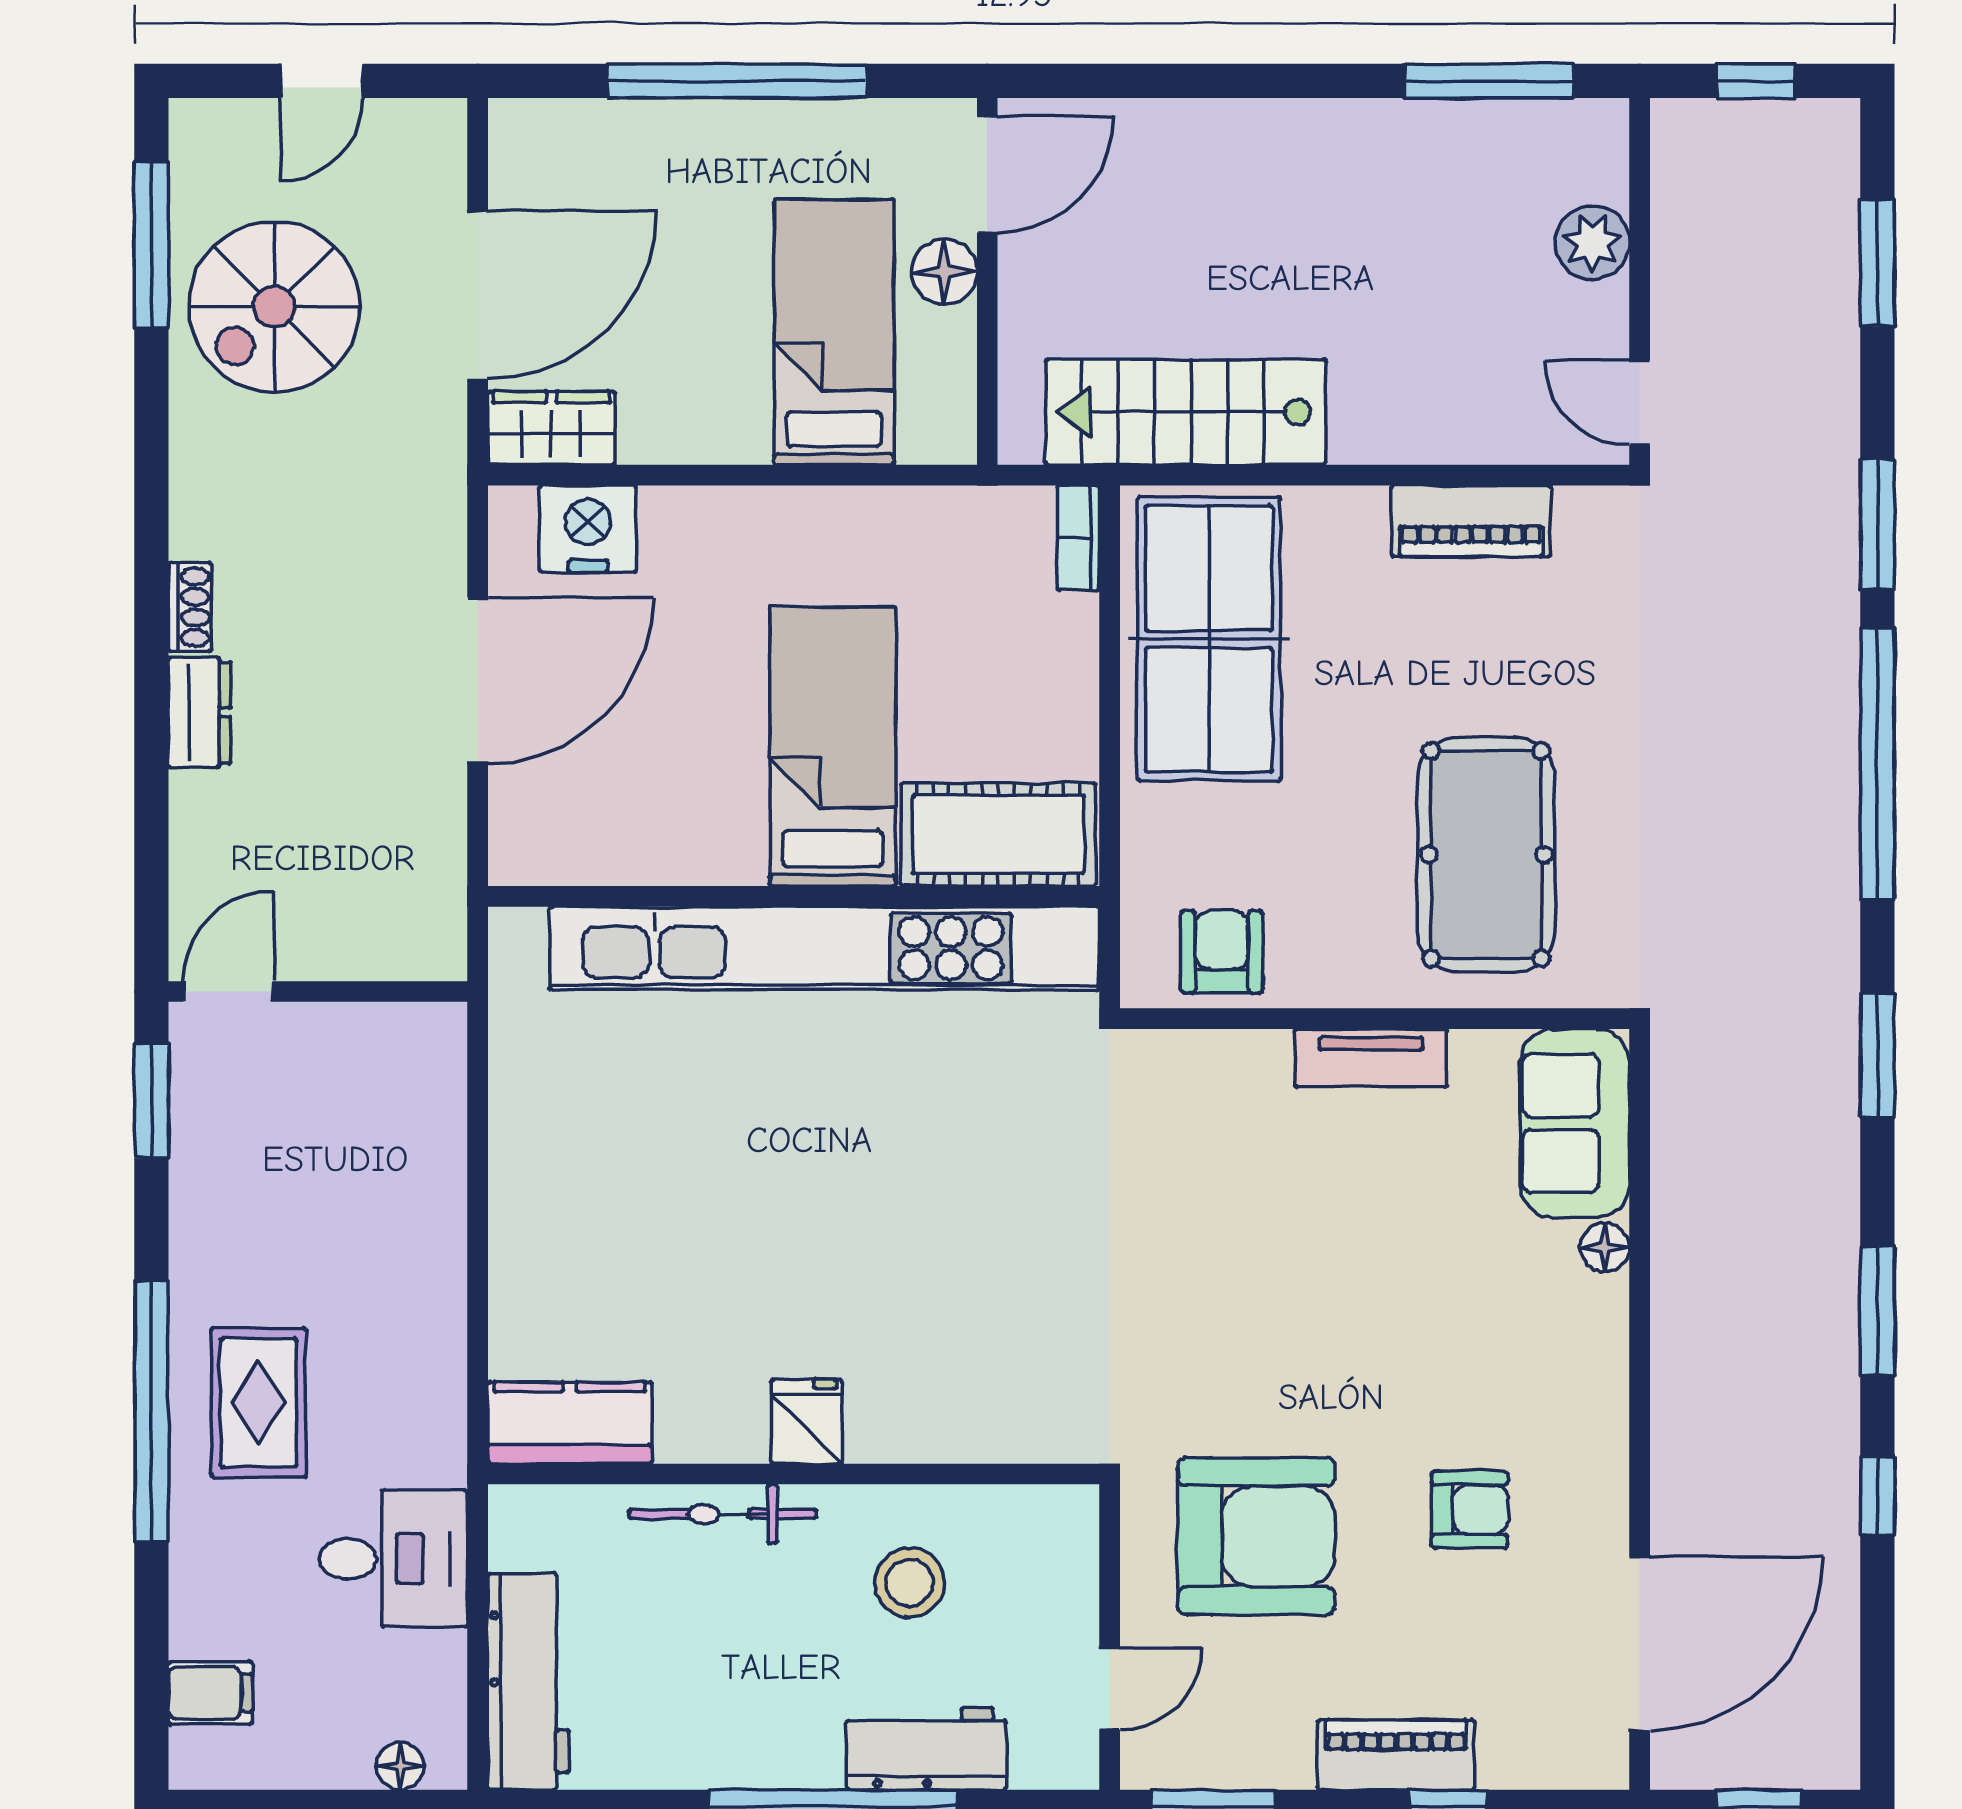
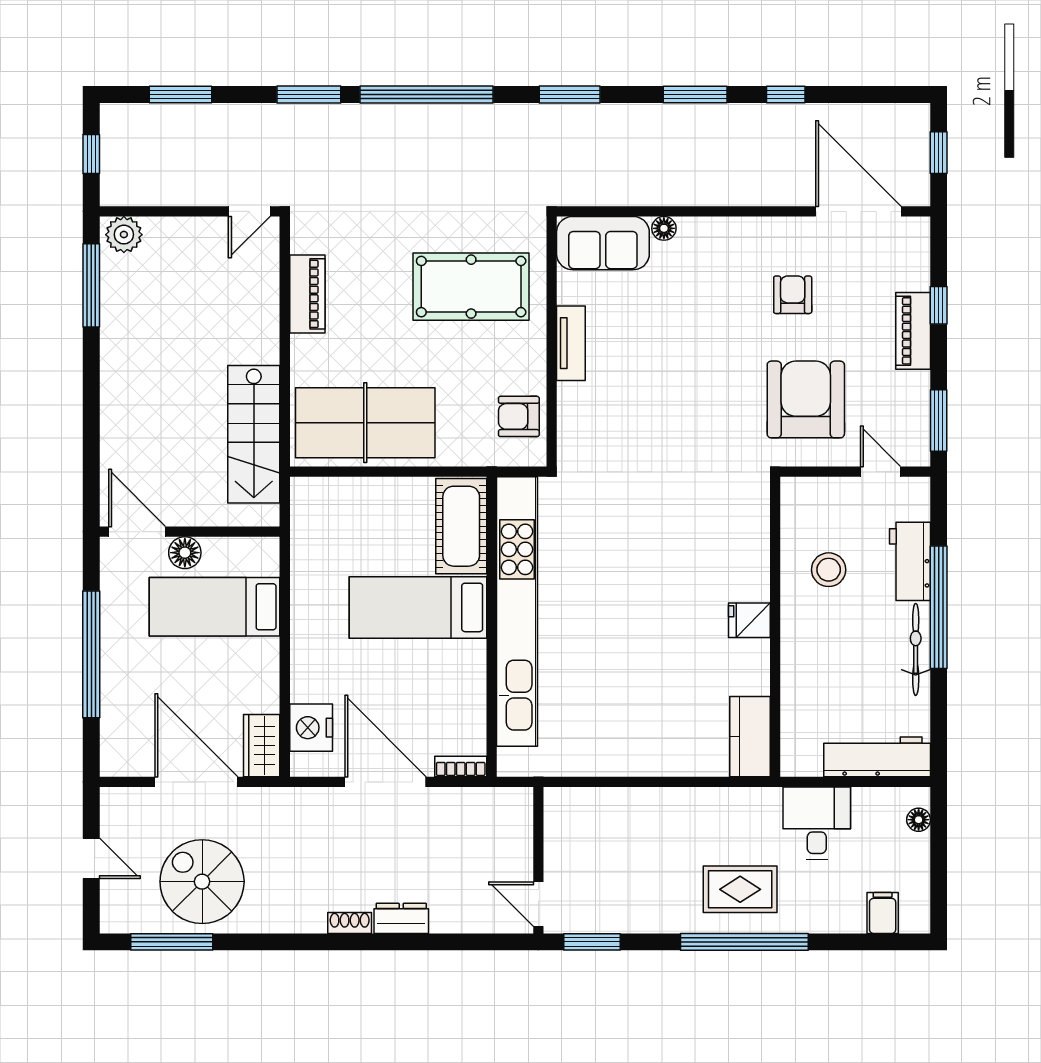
plant: (1592, 243) -> (124, 235), moved
spiral stairs: (274, 307) -> (202, 882), turned 180
bookcase: (1078, 538) -> (461, 766), moved, turned 180
bicycle: (723, 1514) -> (916, 649), moved, turned 180

